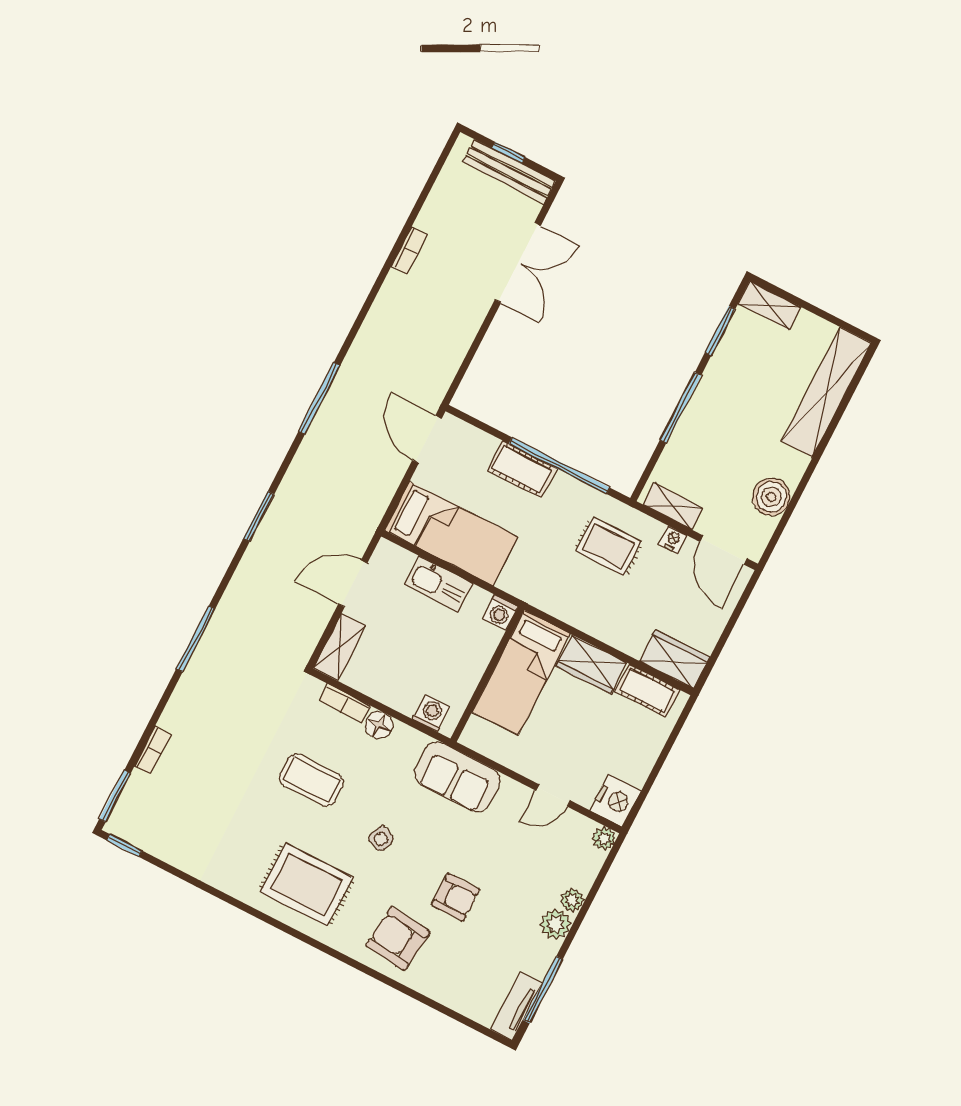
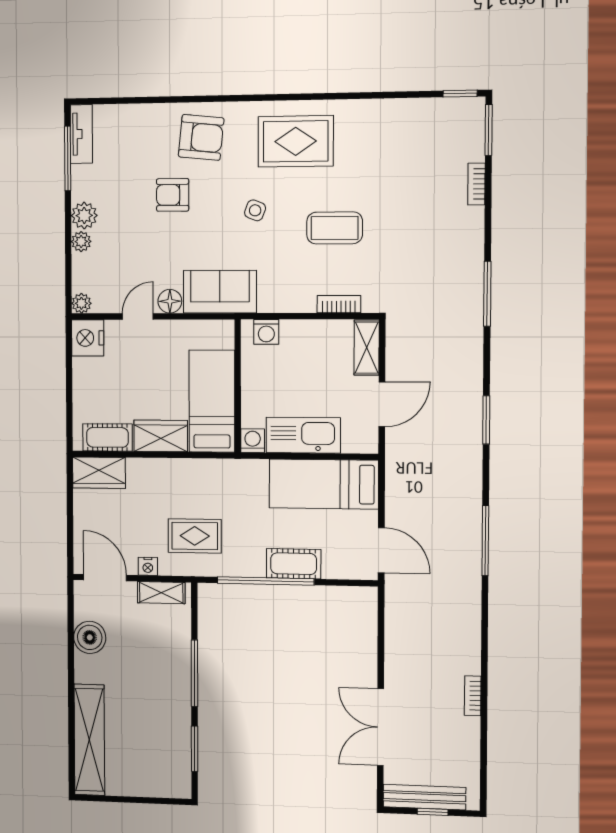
shelving: (770, 305) -> (167, 787), removed
kitchen sink: (439, 584) -> (303, 435), width x1.36, depth x1.24
floor lamp: (379, 725) -> (170, 301), moved

